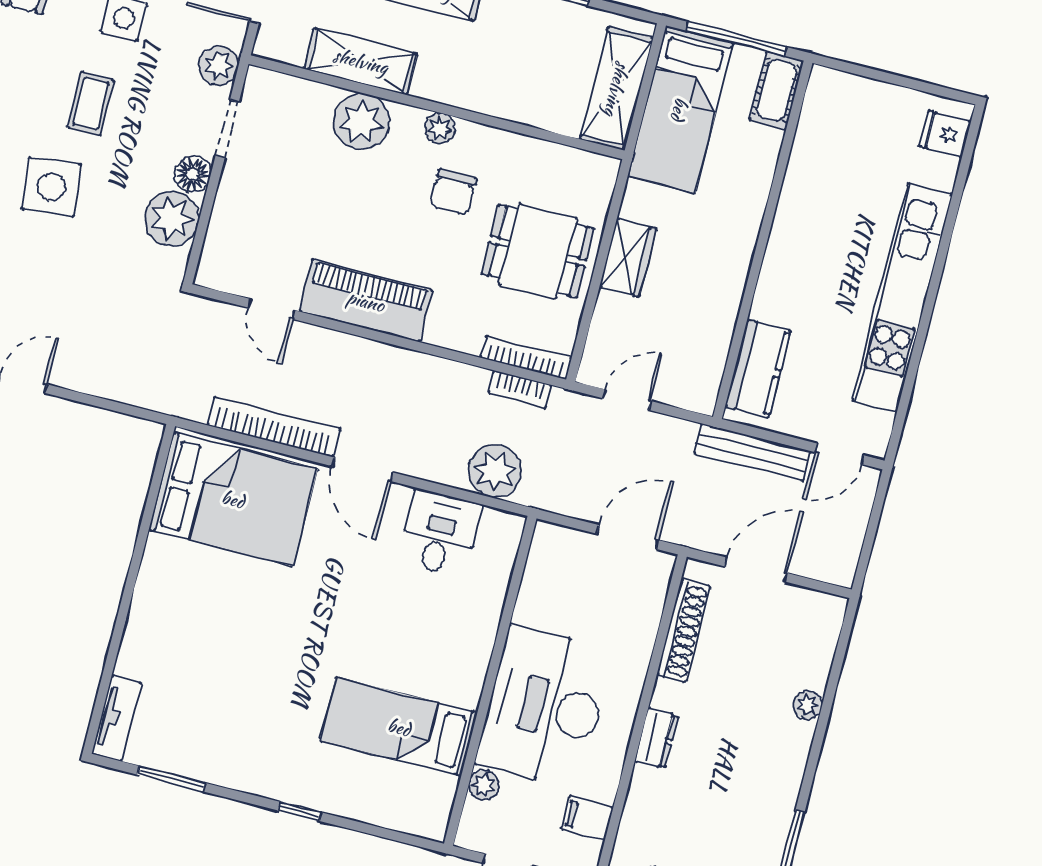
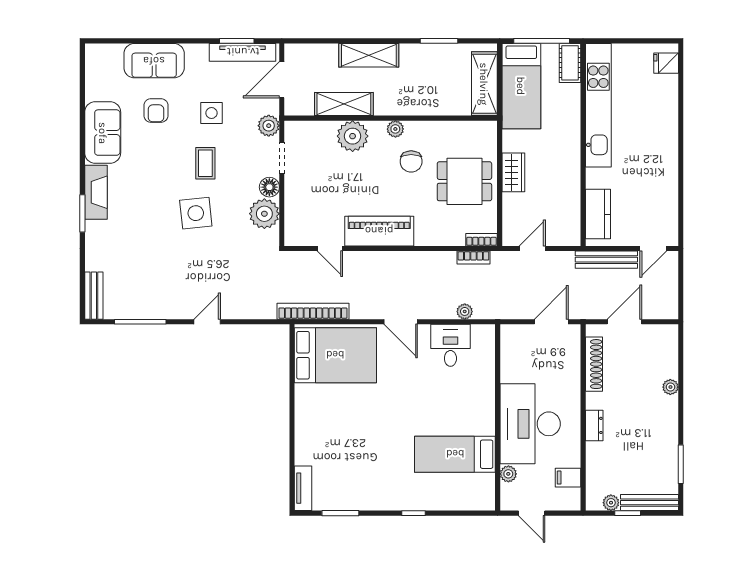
kitchen unit: (902, 298) -> (598, 105), moved, turned 180
bookcase: (526, 358) -> (481, 240), width x0.64
bookcase: (274, 427) -> (313, 311), moved
plant: (495, 471) -> (465, 311), width x0.53, depth x0.53

